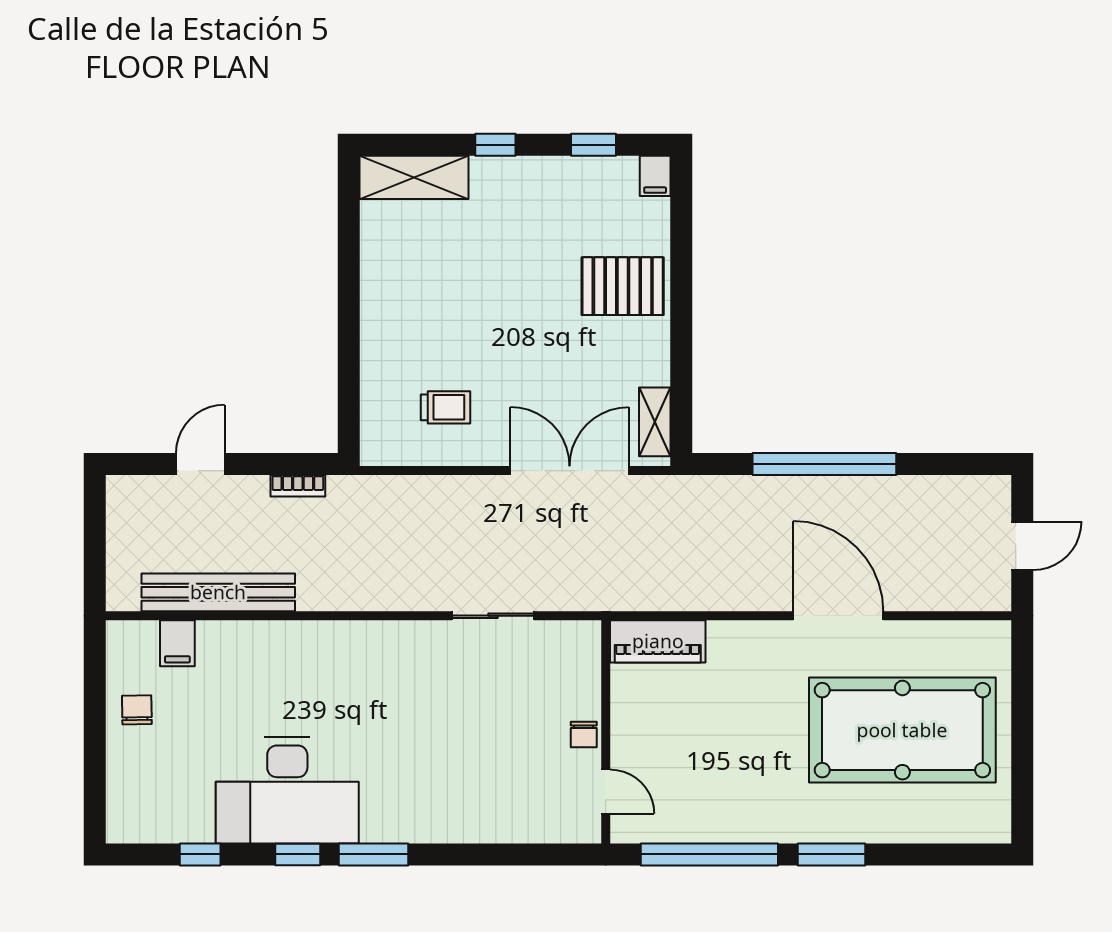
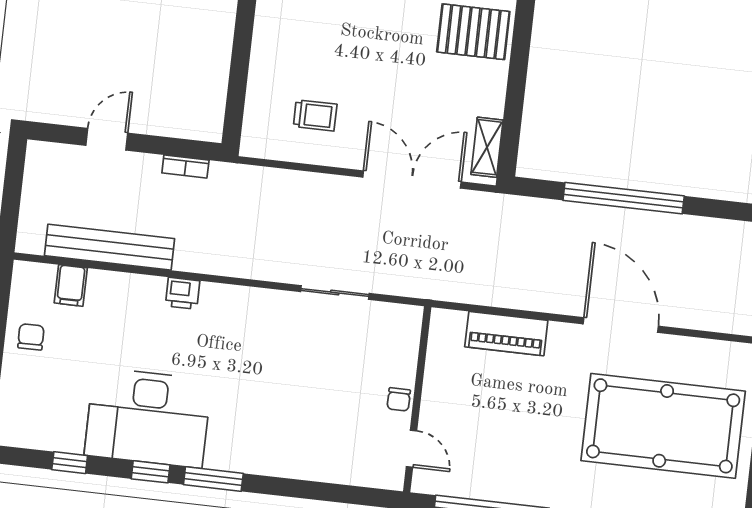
printer: (312, 637) -> (183, 293), added
piano: (658, 641) -> (506, 334), moved

